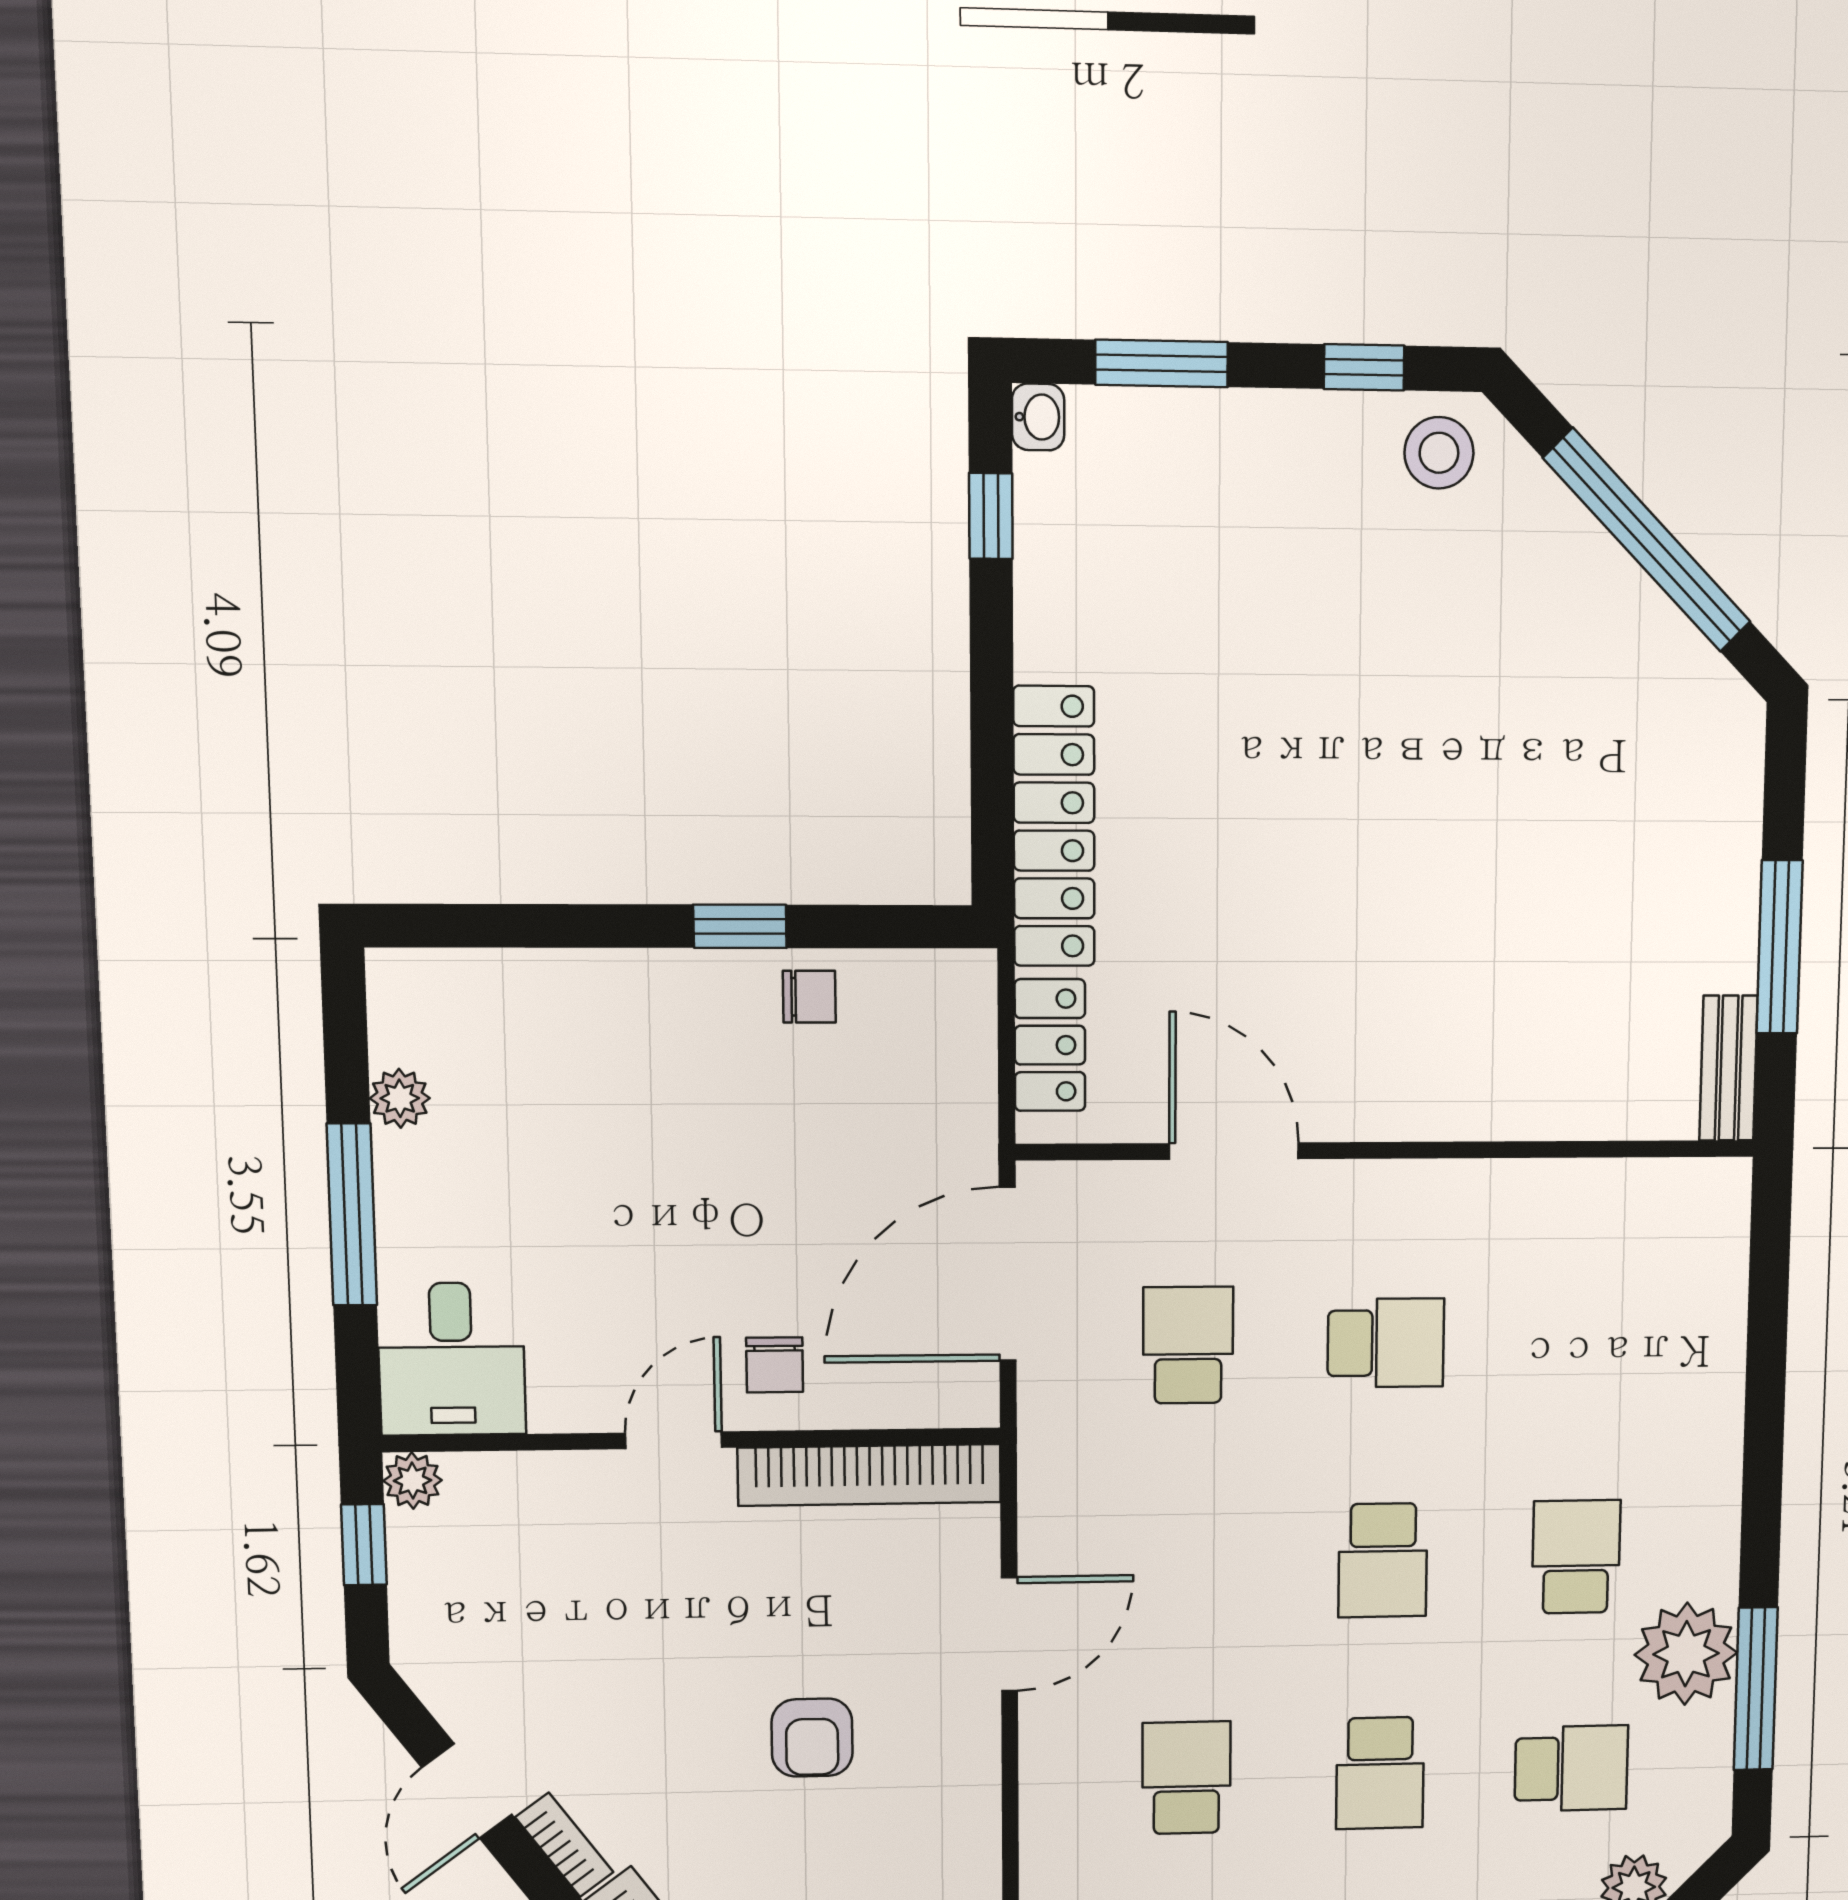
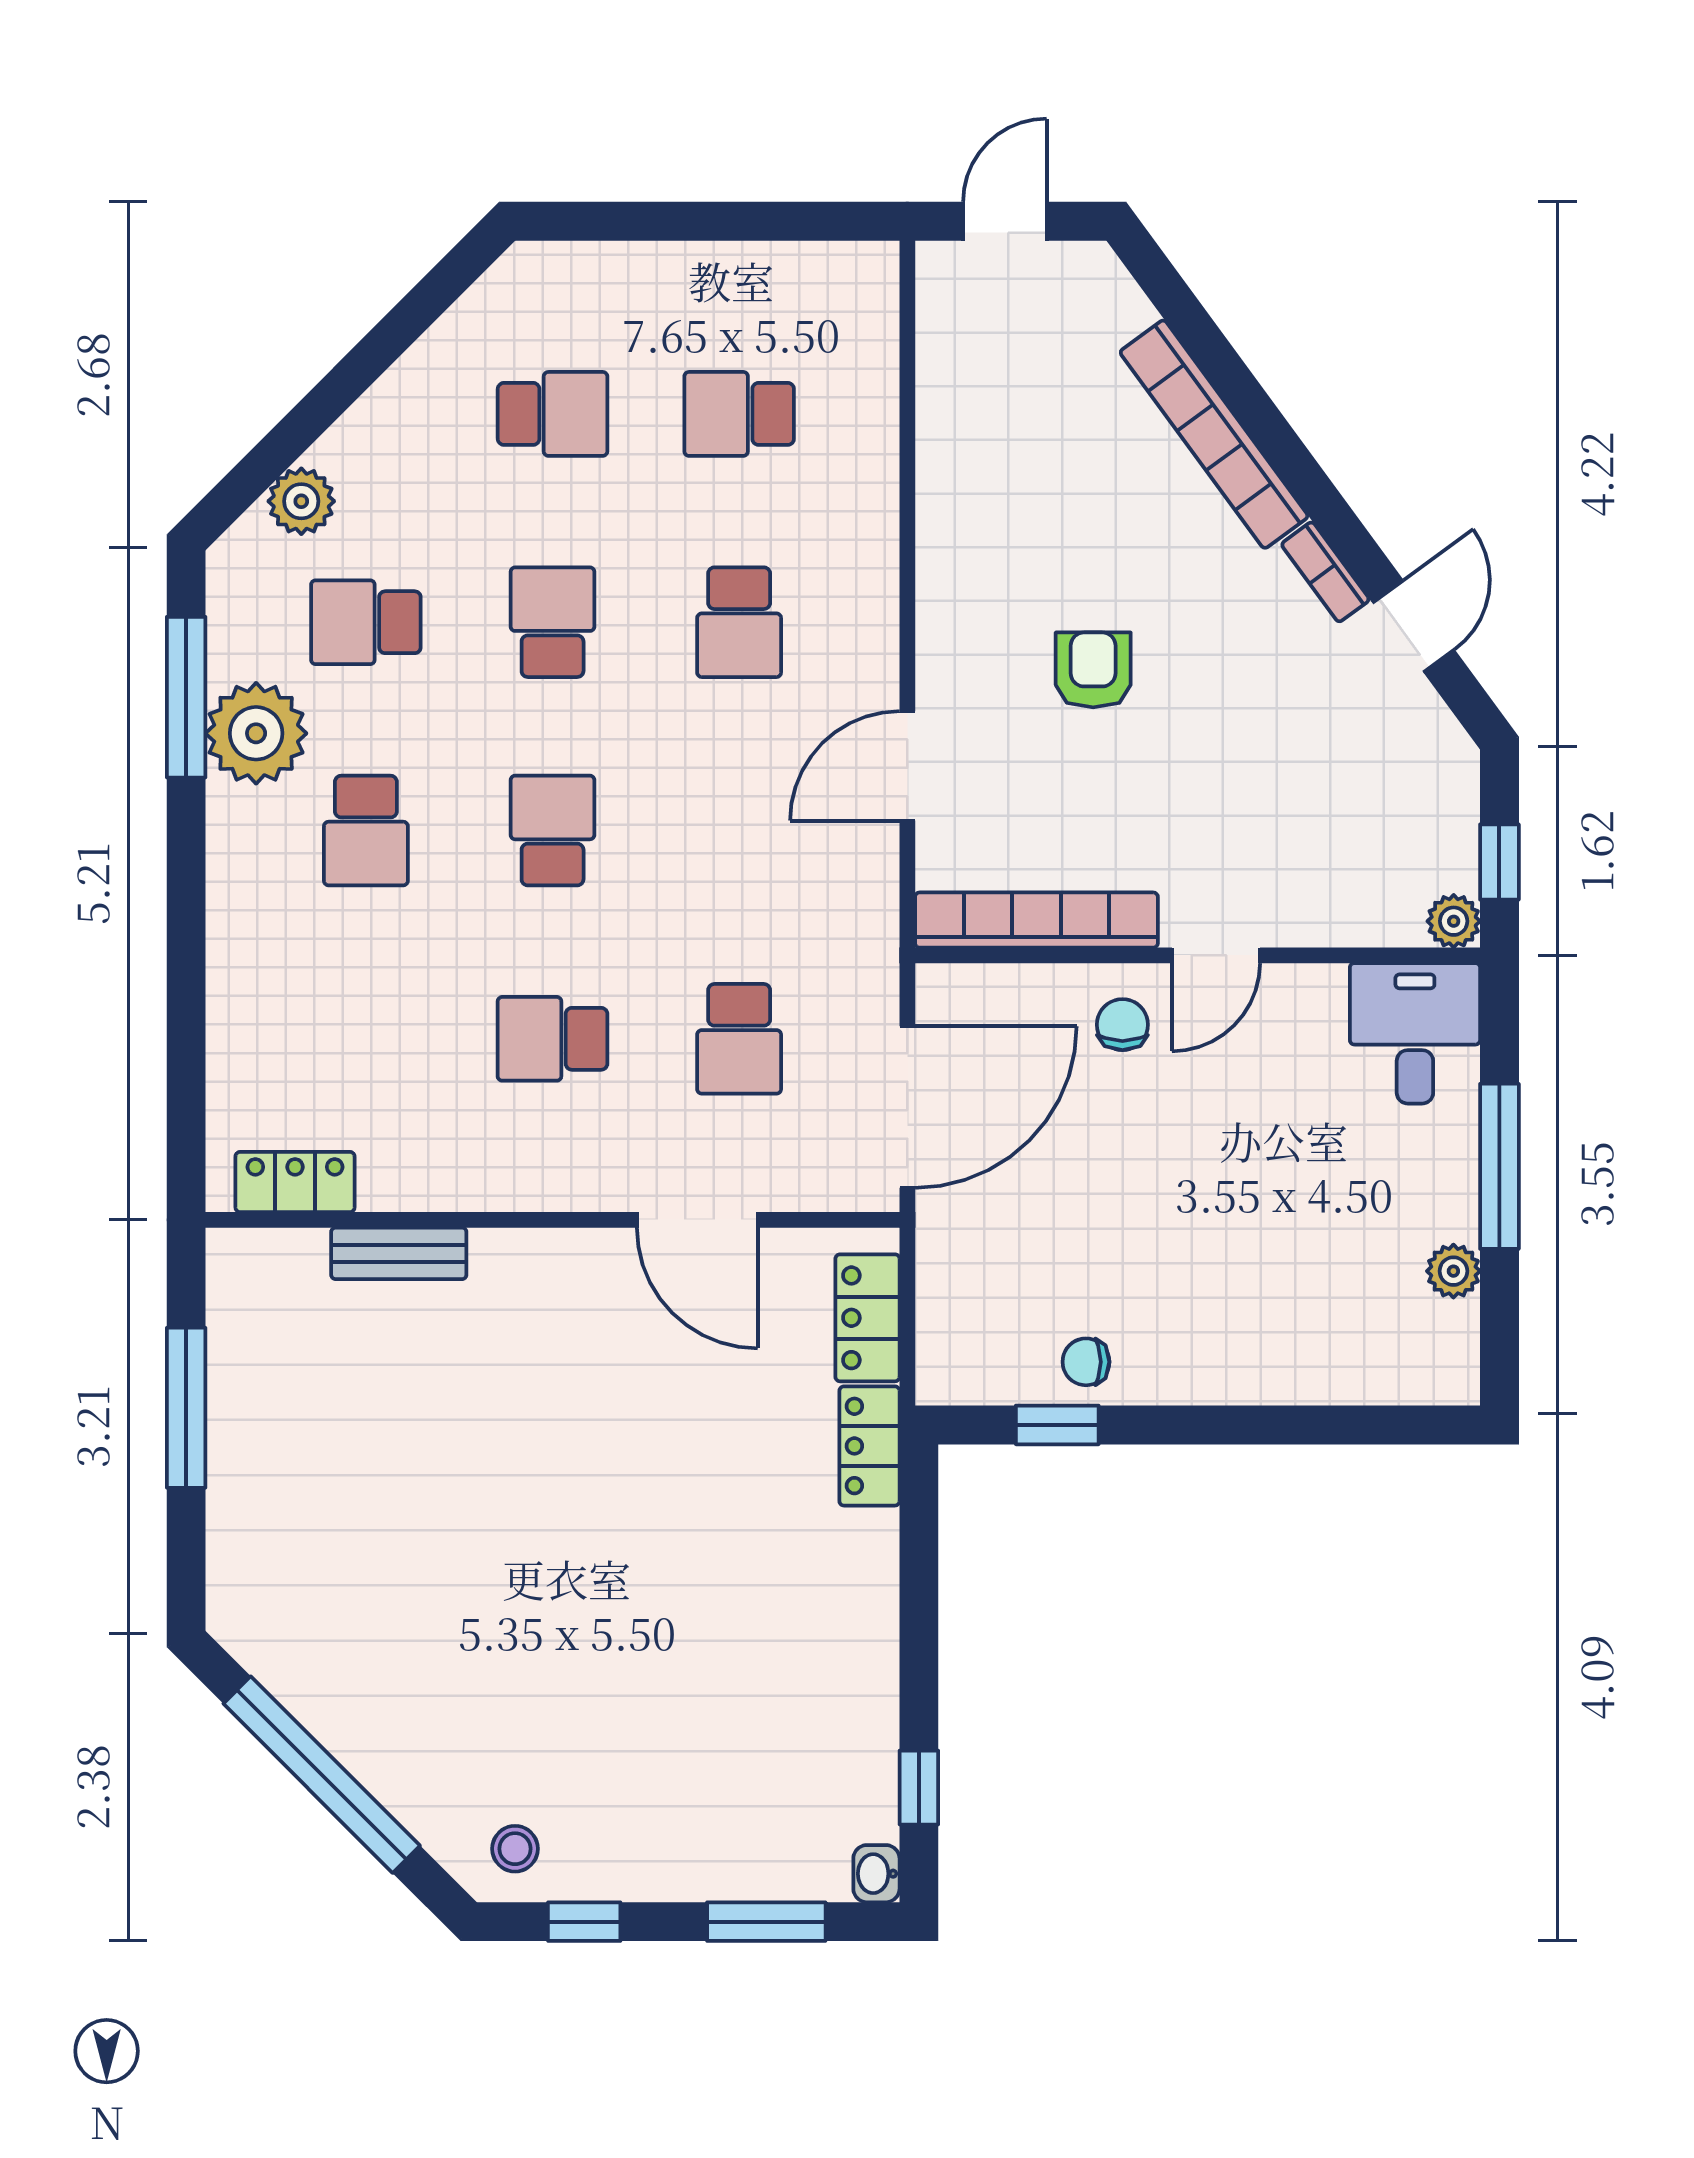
stool: (1439, 453) -> (515, 1849), width x0.73, depth x0.73
locker: (1054, 827) -> (869, 1446), width x0.46, depth x0.83
window: (740, 926) -> (1057, 1425), moved
bench: (1729, 1068) -> (399, 1253), moved, turned 90
locker: (1659, 1189) -> (295, 1182), added

